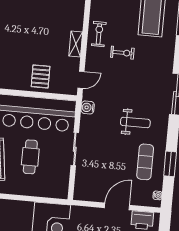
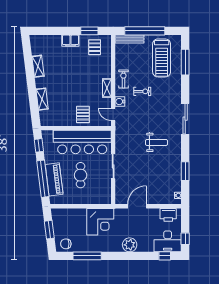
door: (81, 80) -> (113, 114), swing flipped
water cooler: (88, 107) -> (120, 102), moved
exercise mat: (145, 162) -> (166, 171), removed
door: (117, 206) -> (137, 206), moved

